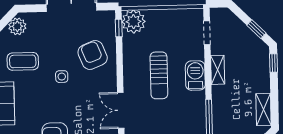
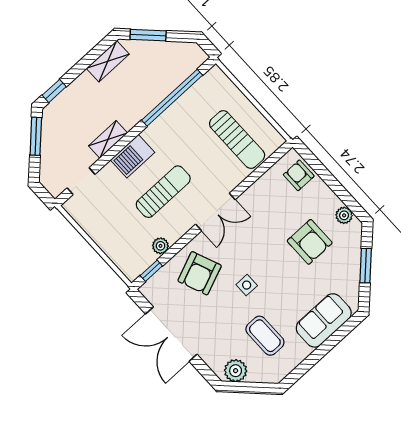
plant: (134, 22) -> (160, 246), moved, width x0.53, depth x0.53
window: (256, 29) -> (36, 136), width x1.50
double door: (121, 110) -> (215, 212), moved

